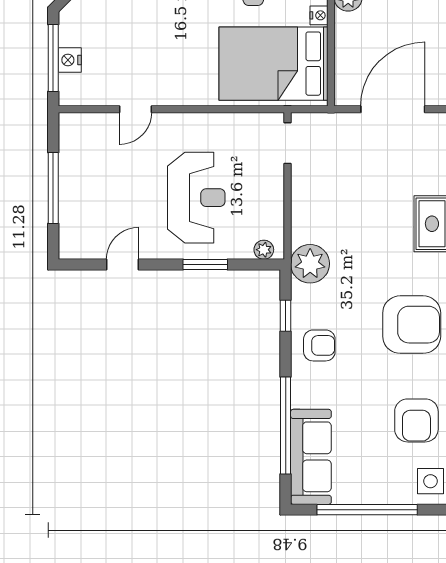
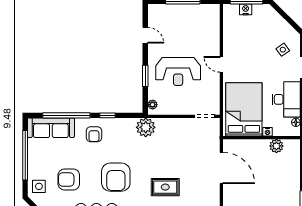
door: (136, 109) -> (221, 64), moved
window: (286, 316) -> (107, 115), moved
armchair: (319, 345) -> (94, 134), moved

